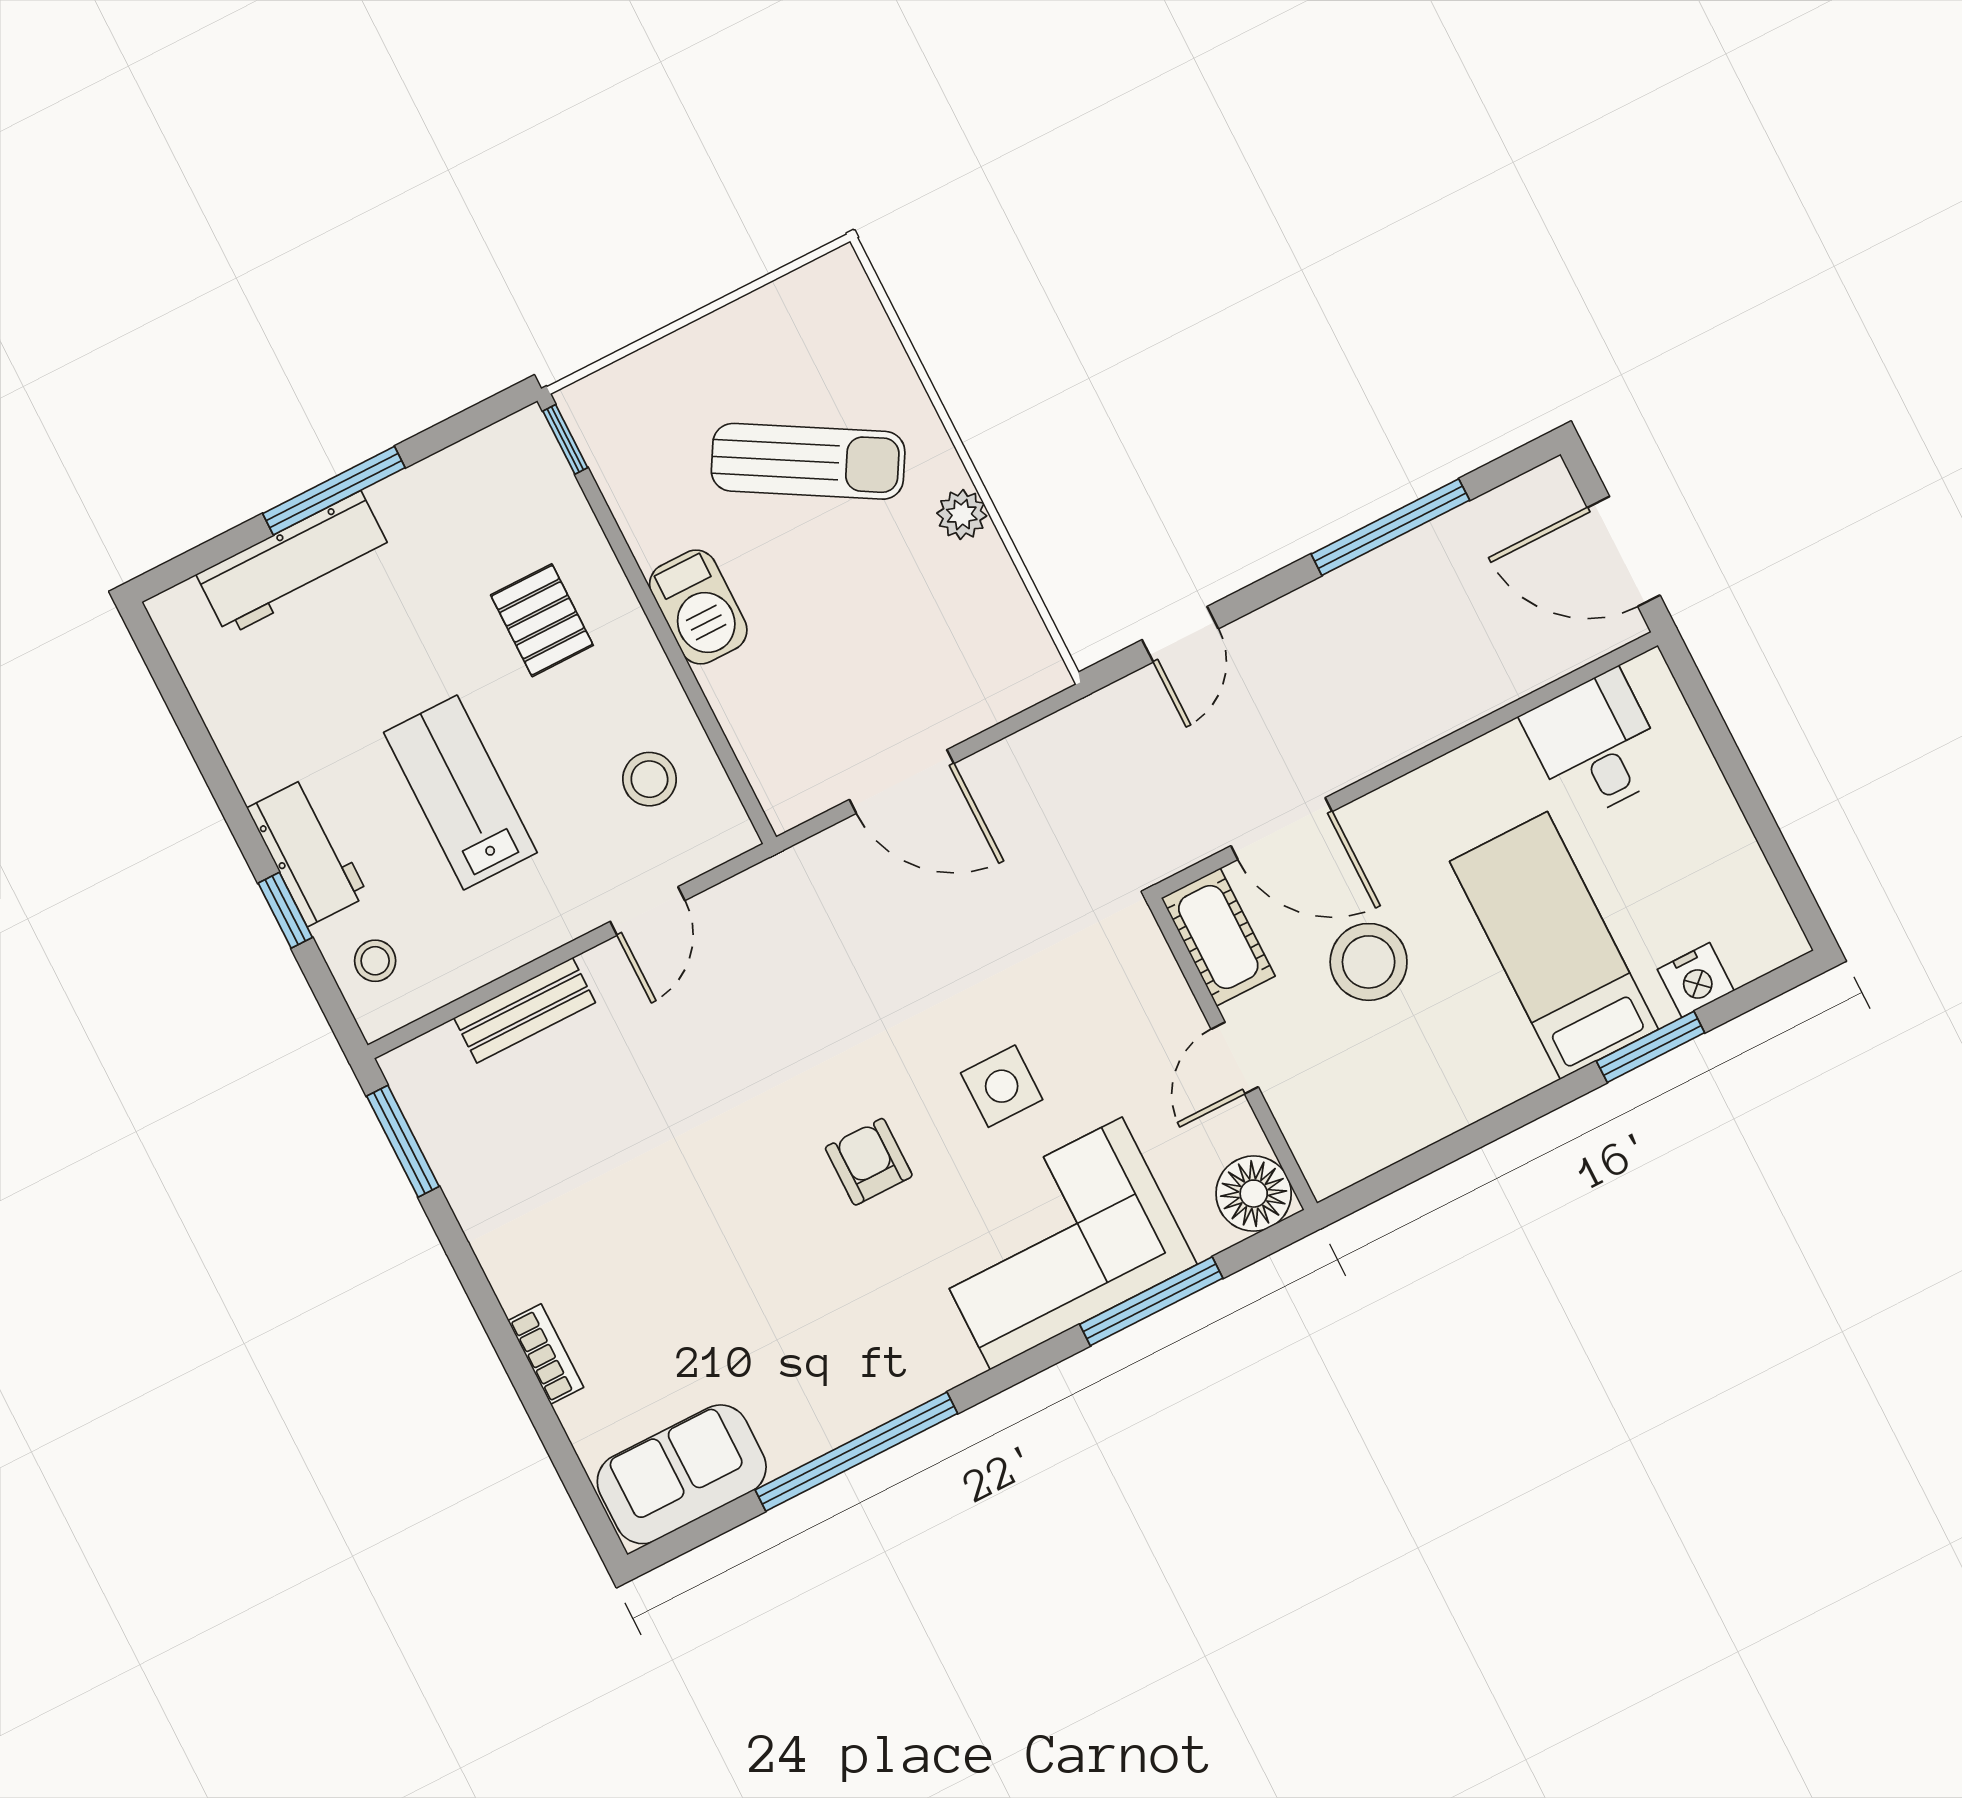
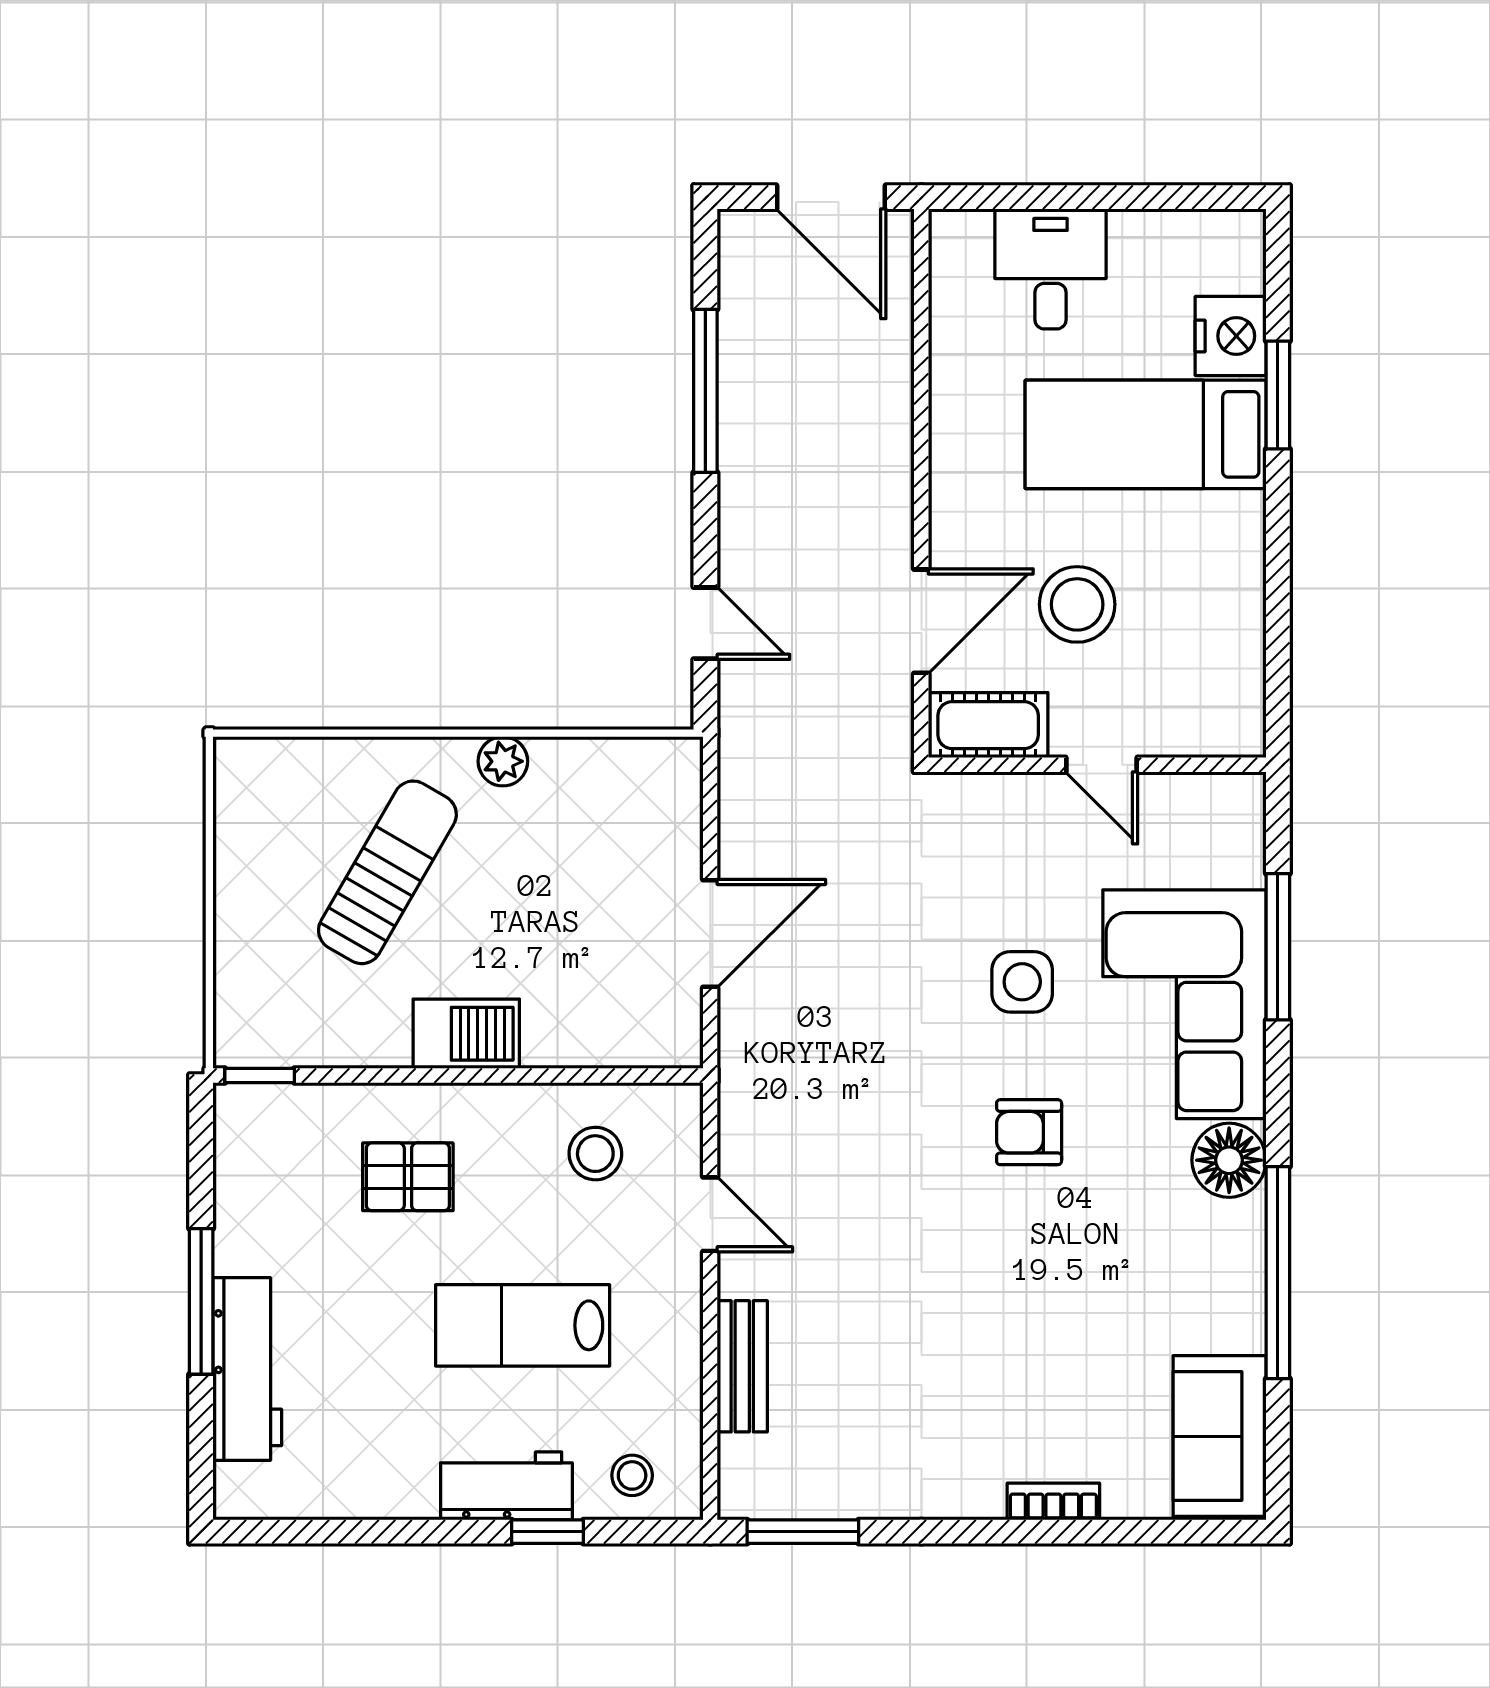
door: (1624, 551) -> (831, 197), hinge flipped
desk: (1596, 745) -> (1051, 269), moved, turned 90
nightstand: (1696, 980) -> (1231, 336), width x1.36, depth x1.33
floor lamp: (1254, 1194) -> (1229, 1160), moved

